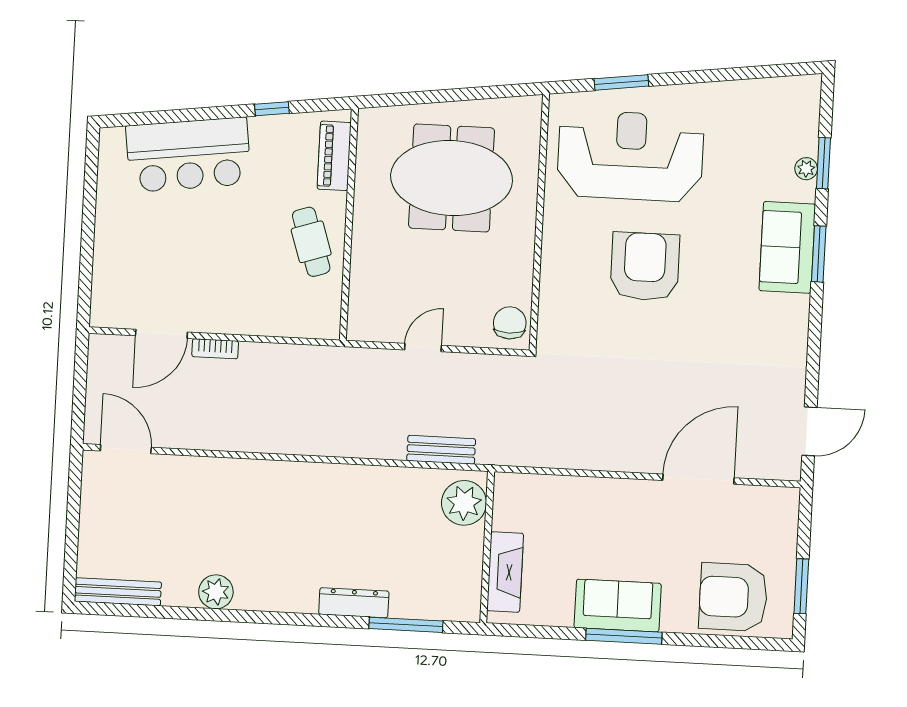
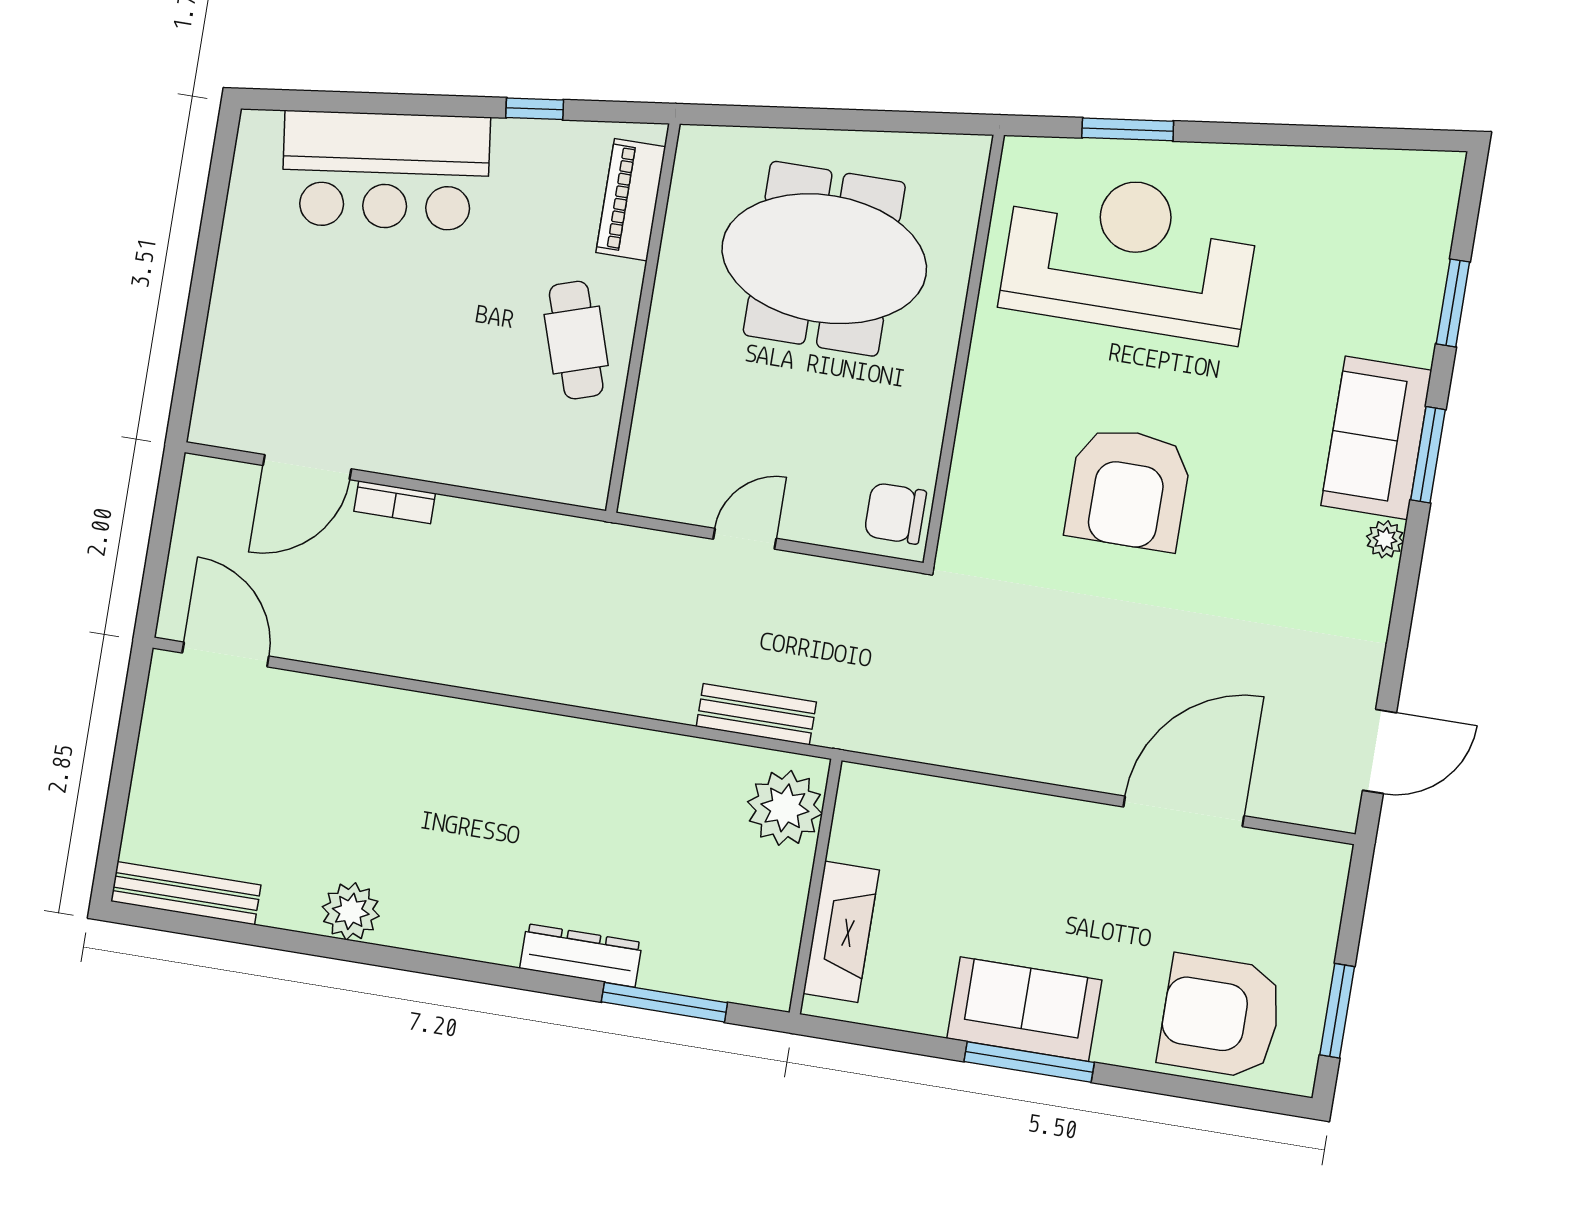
plant: (806, 169) -> (1385, 539), moved
armchair: (645, 267) -> (1128, 489), moved, turned 180
chair: (510, 323) -> (895, 513), turned -90

